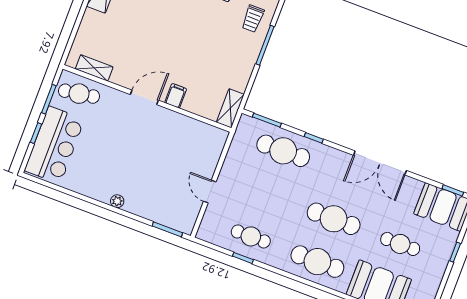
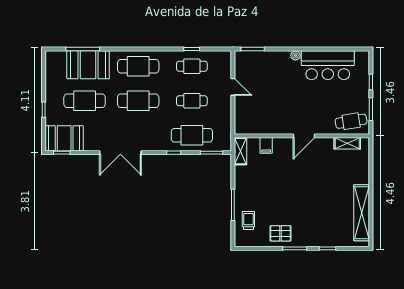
filing cabinet: (176, 96) -> (266, 145), moved
bar counter: (54, 145) -> (328, 65), moved, turned -90
double door: (380, 163) -> (120, 153), swing flipped
cafe table: (267, 194) -> (192, 101), added
cafe table: (400, 244) -> (85, 101), width x1.37, depth x1.35

